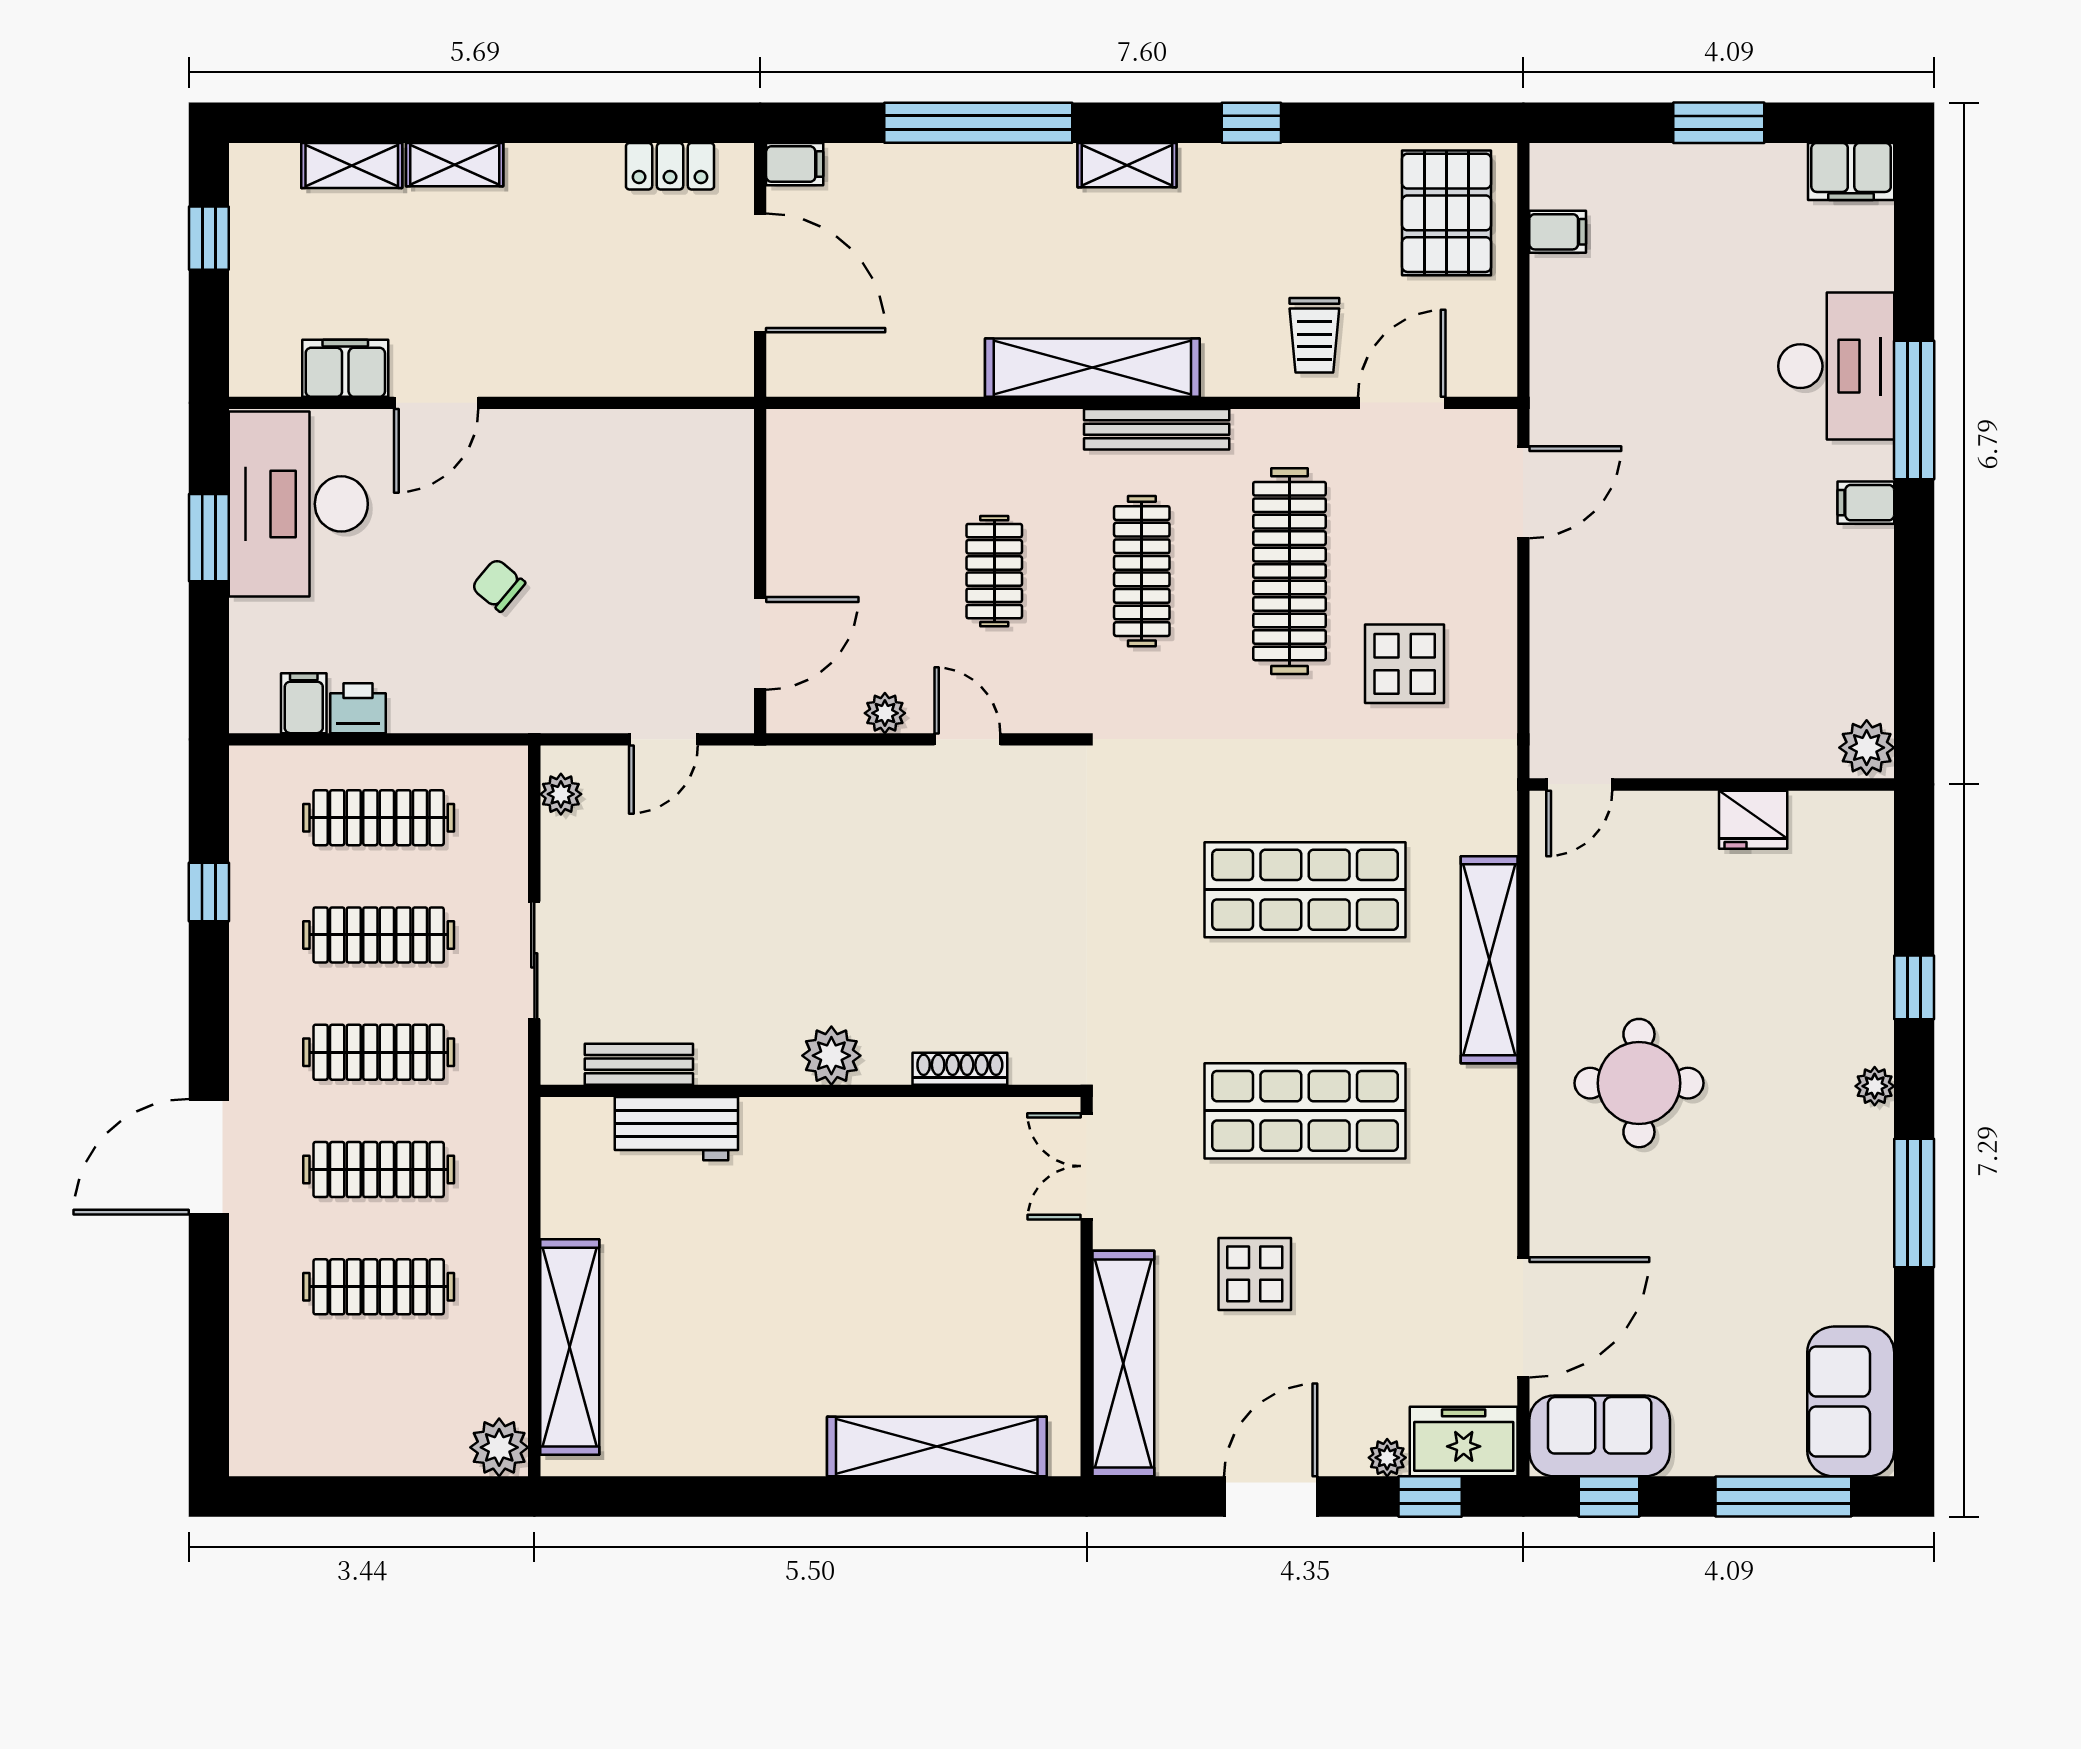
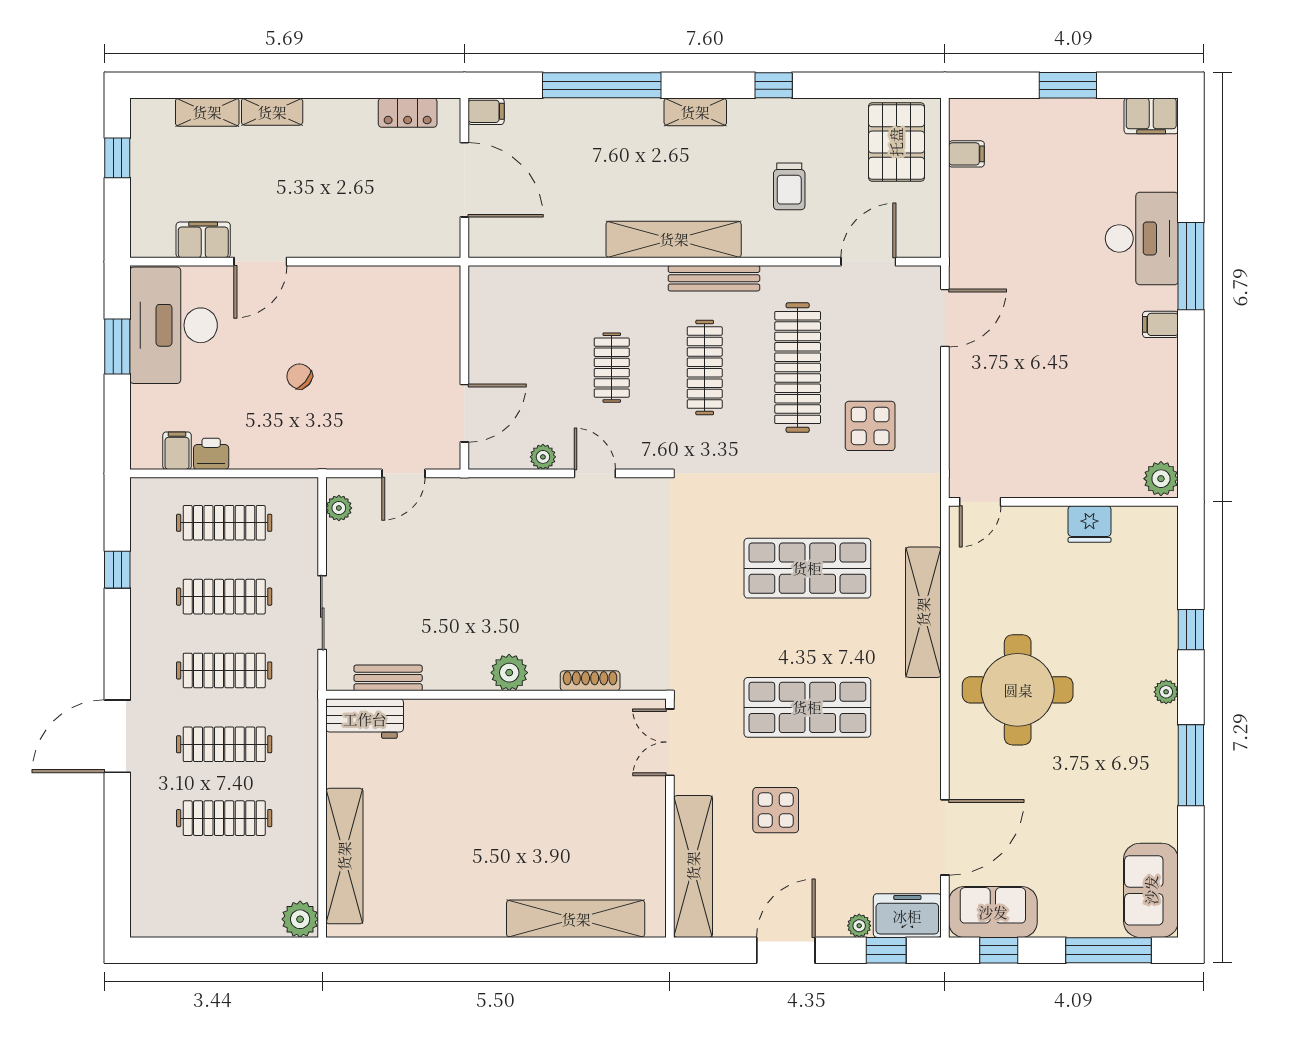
trolley: (1314, 335) -> (789, 186), moved
round table: (1639, 1083) -> (1018, 690), width x1.36, depth x1.36
workbench: (676, 1129) -> (365, 719), moved

